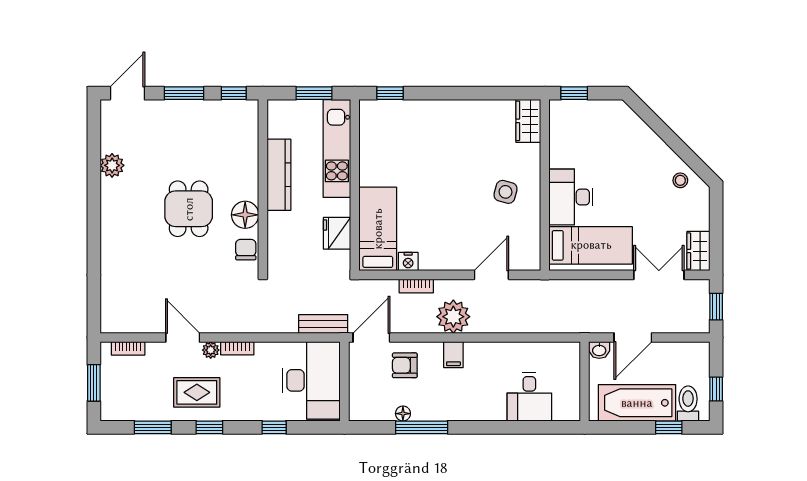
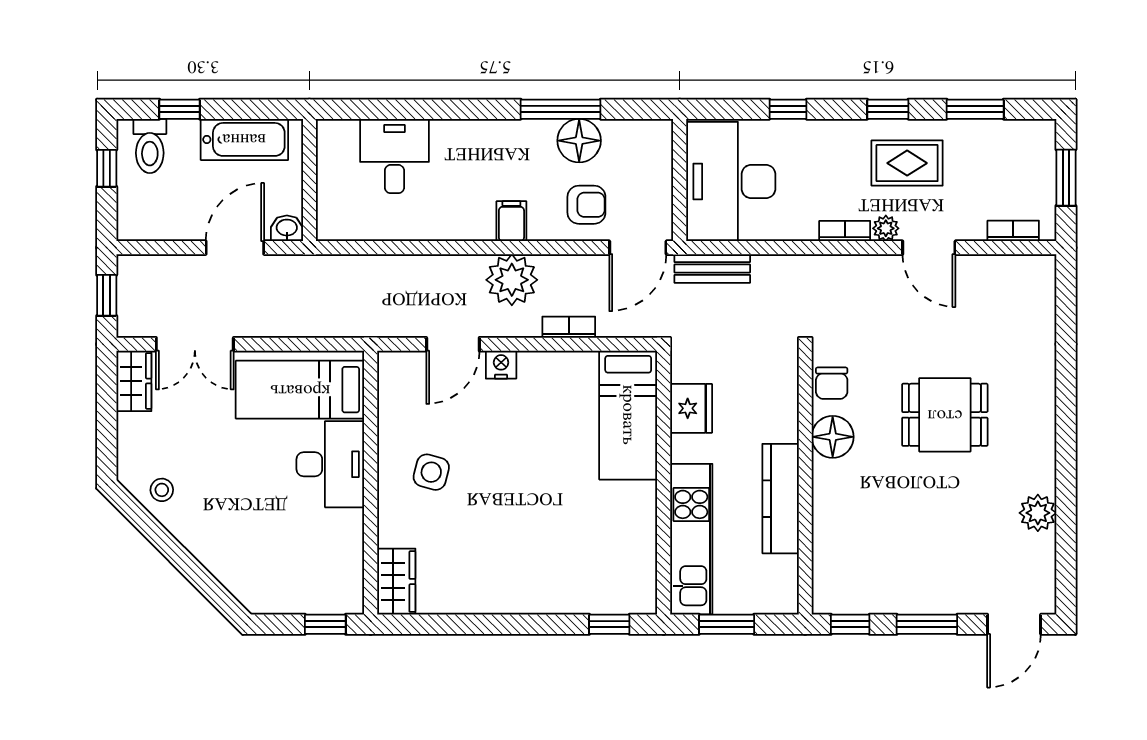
dining table: (189, 209) -> (945, 415), moved, turned 90
nightstand: (408, 262) -> (501, 365), moved
bathtub: (637, 403) -> (244, 139), width x0.73, depth x0.73
floor lamp: (403, 414) -> (579, 141), width x1.89, depth x1.89

